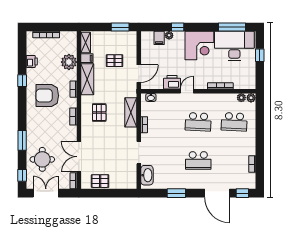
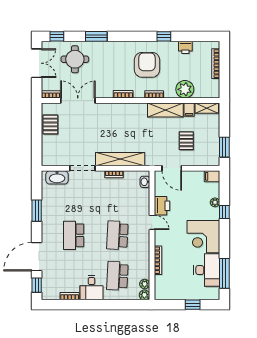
filing cabinet: (159, 38) -> (212, 176), moved
desk: (234, 46) -> (207, 270), width x0.73, depth x0.77
shelving: (131, 112) -> (120, 159), width x1.47
pallet: (99, 113) -> (128, 123), removed
desk: (245, 145) -> (91, 288), added

